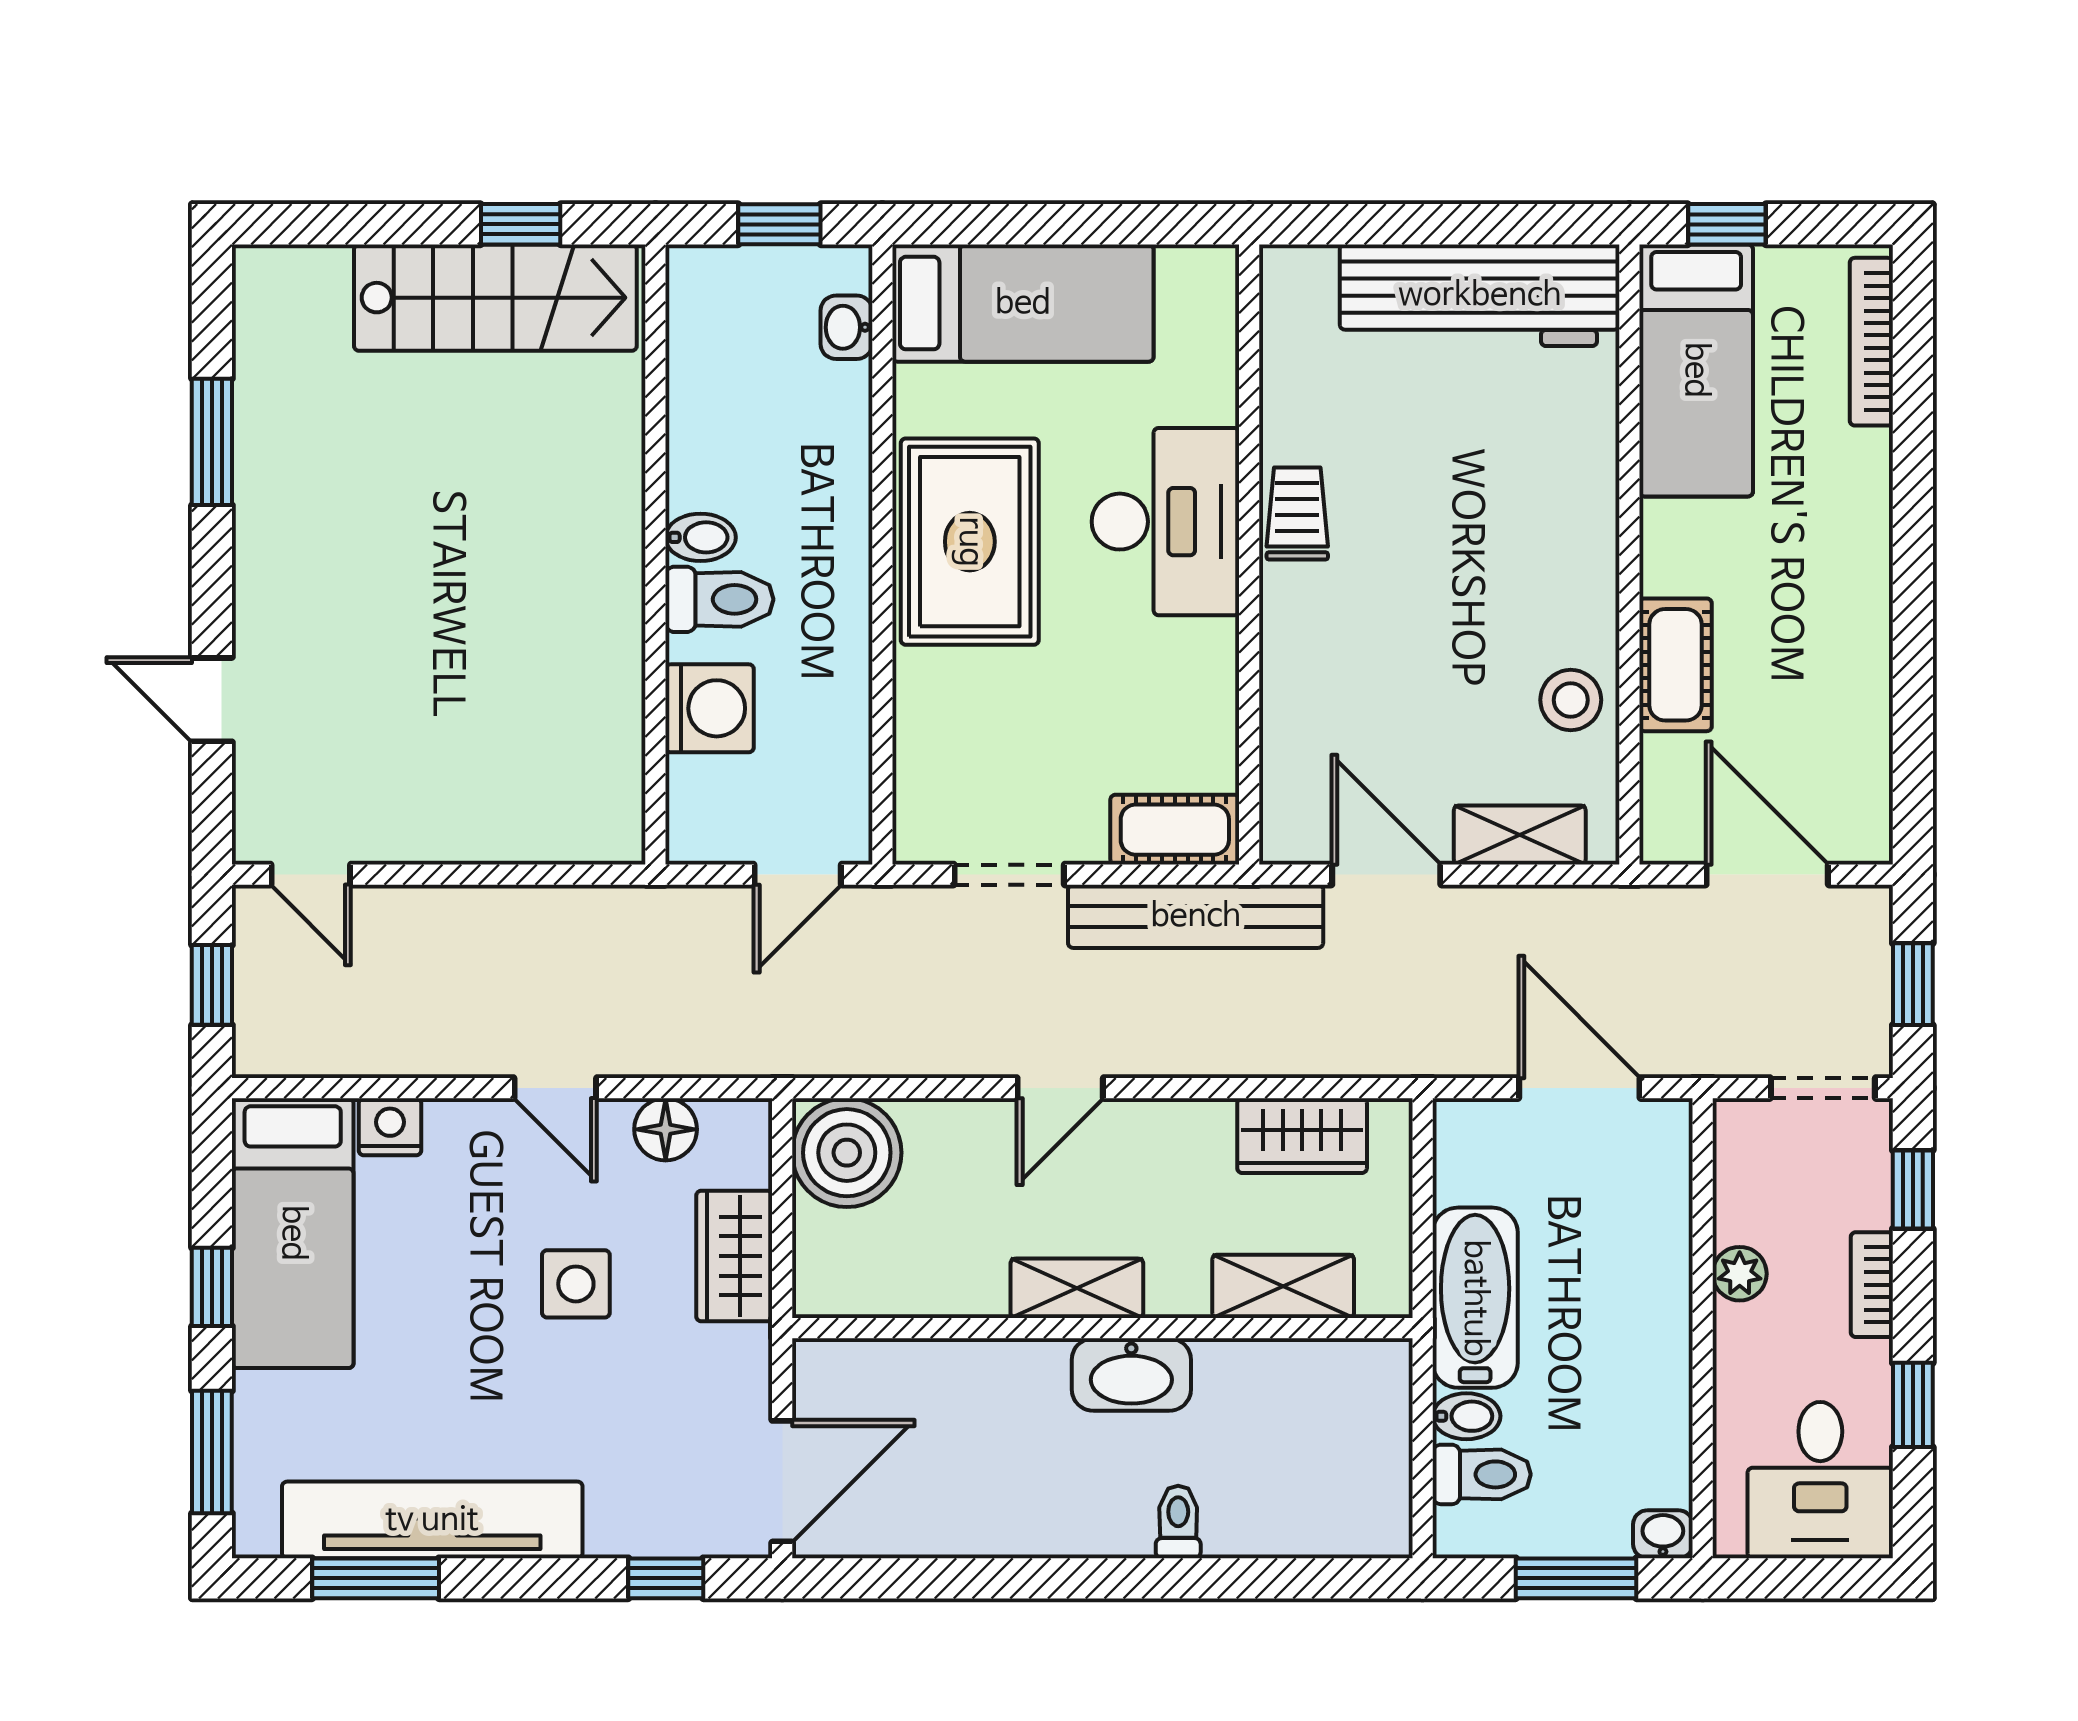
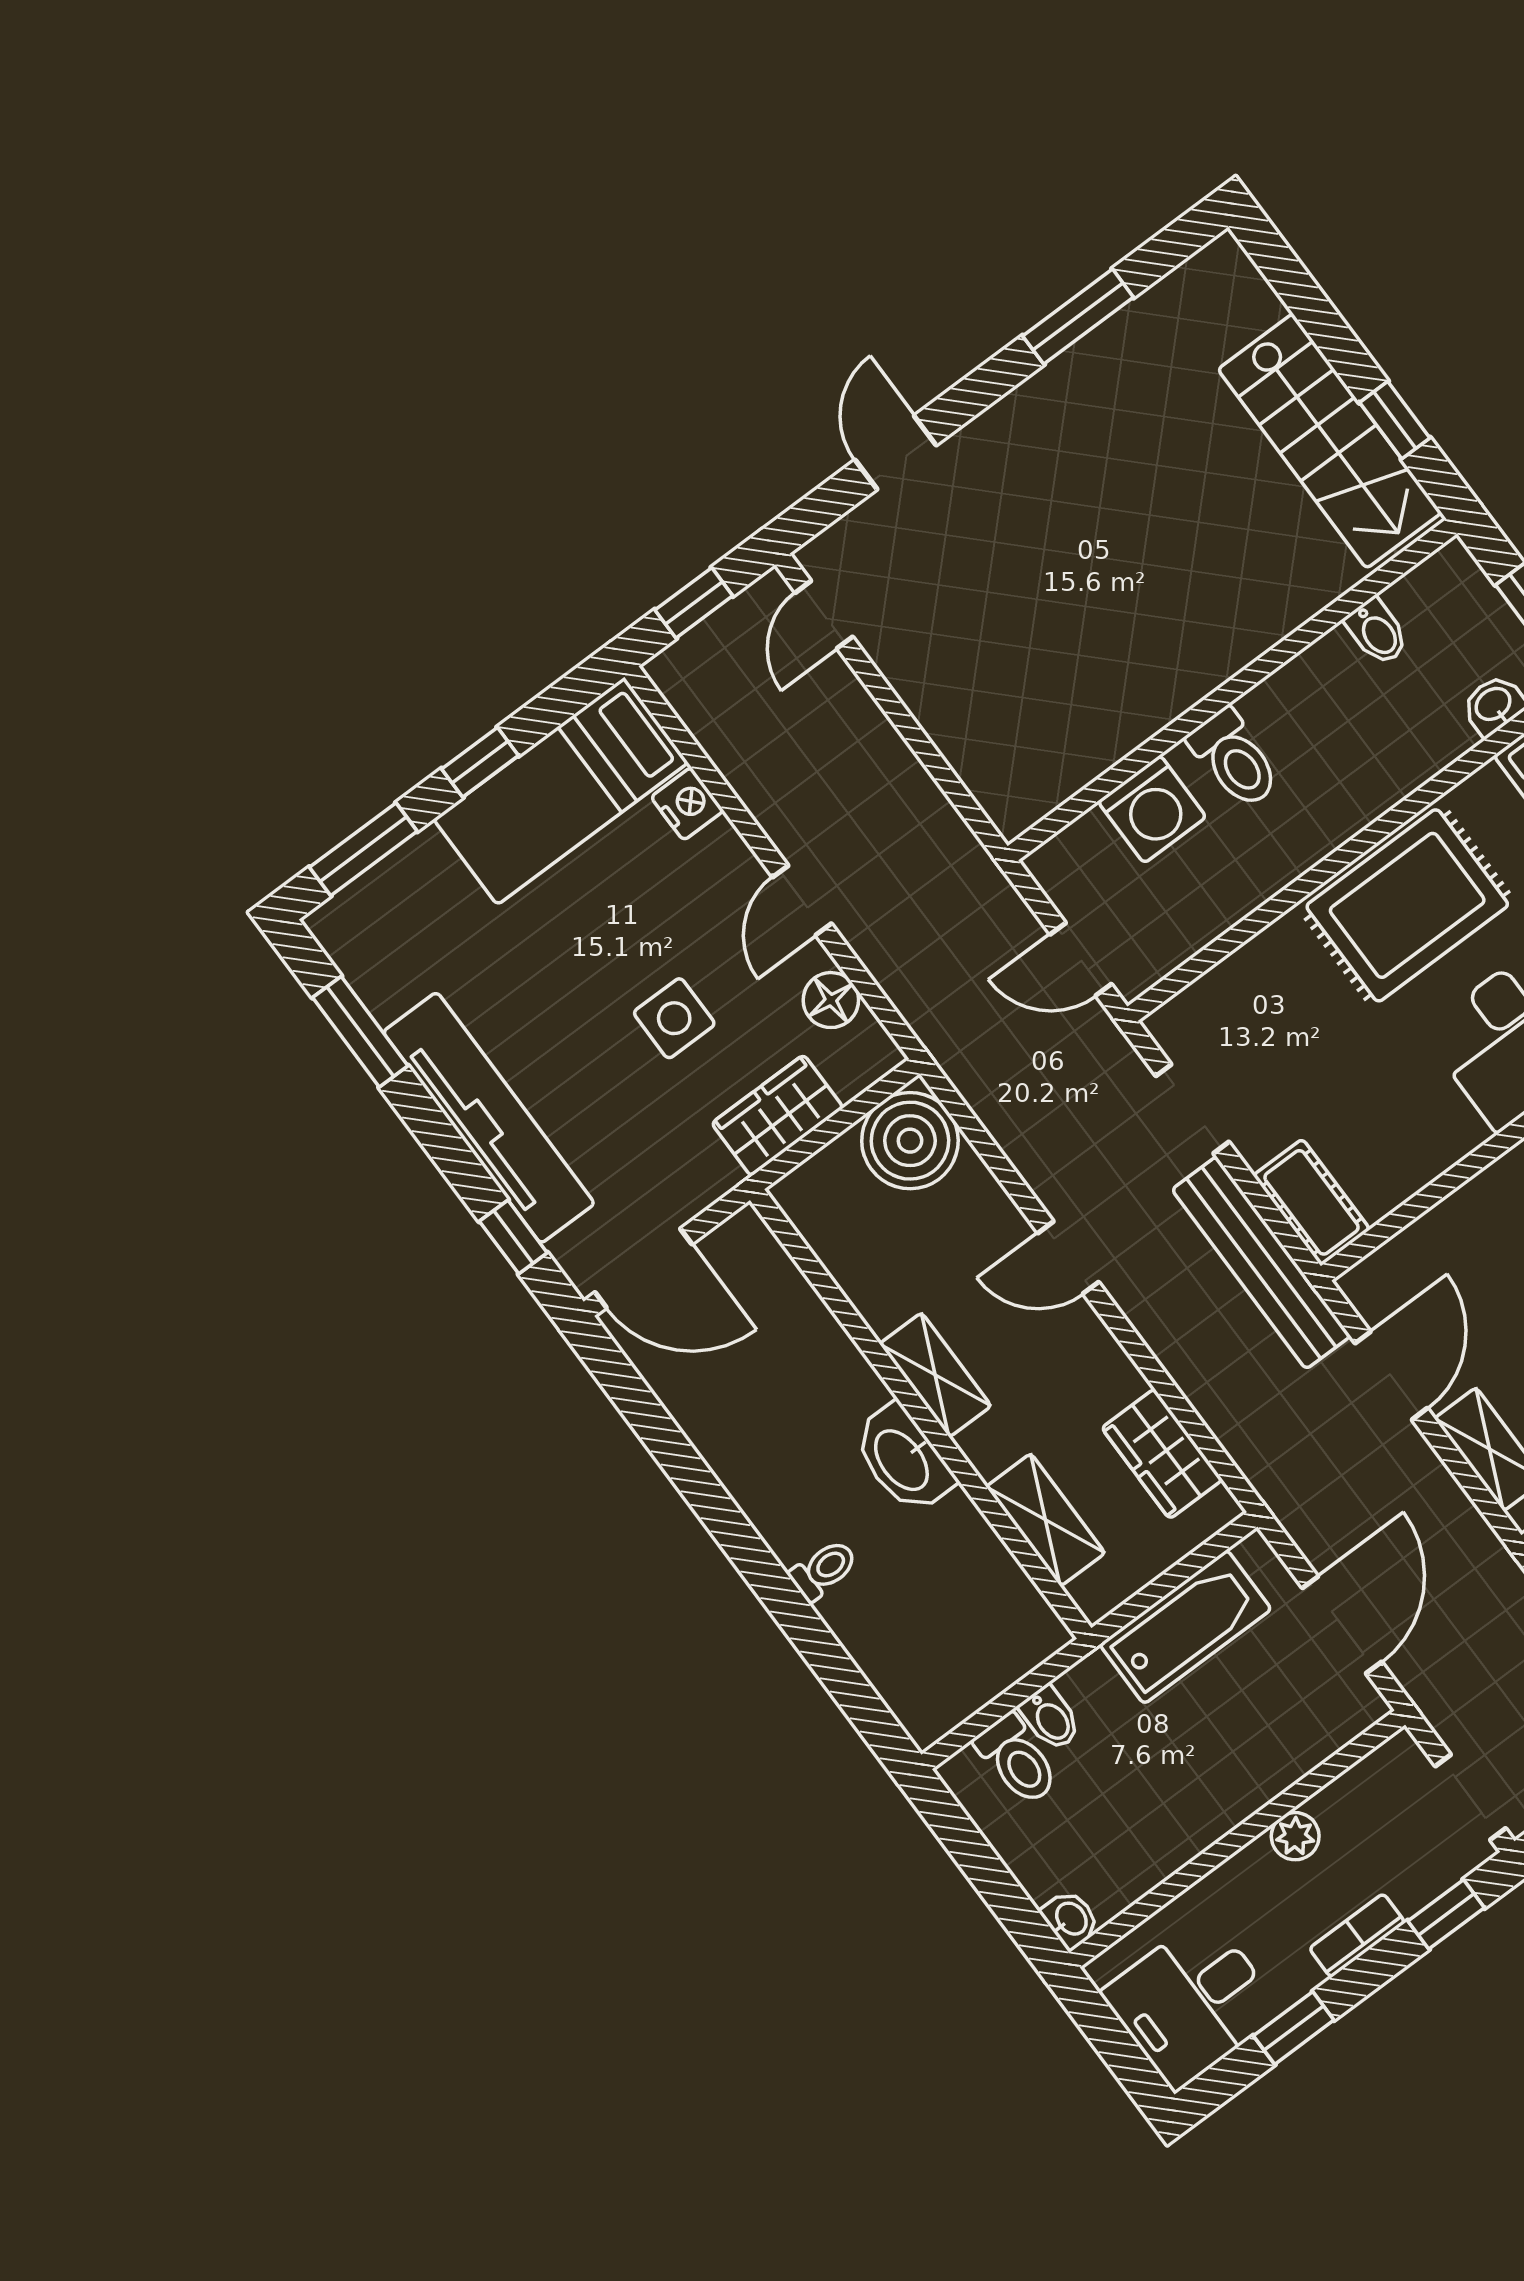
bidet: (701, 537) -> (1377, 632), moved
bathtub: (1475, 1298) -> (1185, 1627), moved
tv unit: (432, 1520) -> (489, 1118), moved
window: (1576, 1578) -> (993, 1881), removed

